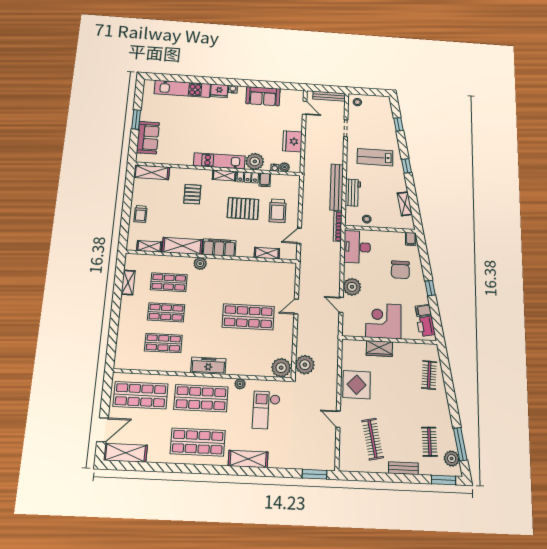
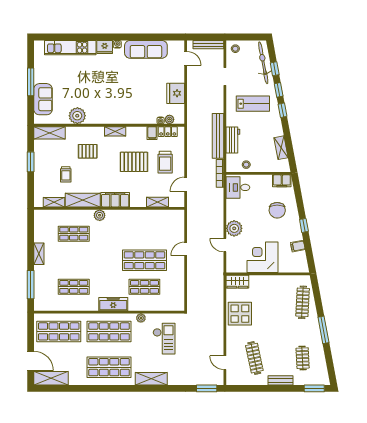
sofa: (263, 96) -> (146, 49), width x1.36
bicycle: (386, 118) -> (263, 63), added
window: (136, 119) -> (31, 82), width x1.44
window: (402, 145) -> (279, 90), added
lab bench: (375, 157) -> (253, 104), turned 180
kitchen unit: (219, 161) -> (110, 117), removed
plant: (255, 161) -> (77, 116), moved
locker: (248, 177) -> (168, 132), moved
pallet: (192, 194) -> (88, 151), turned 90
window: (127, 201) -> (31, 162), added
trolley: (141, 214) -> (66, 174), moved
filing cabinet: (411, 239) -> (282, 181), width x2.00
desk: (357, 247) -> (238, 187), width x0.73
shelving: (128, 283) -> (39, 254), moved
shop shelf: (166, 312) -> (144, 287), moved
printer: (426, 326) -> (300, 260), removed
window: (113, 338) -> (31, 285), added
wardrobe: (379, 349) -> (237, 282), moved
plant: (305, 365) -> (195, 299), removed
plant: (281, 368) -> (175, 303), removed
clothes rail: (429, 375) -> (303, 302), width x1.36
checkout: (266, 410) -> (164, 339), turned 180
door: (338, 419) -> (225, 363), moved
door: (103, 430) -> (31, 361), hinge flipped
window: (460, 444) -> (323, 330), moved
plant: (452, 459) -> (321, 371), removed

